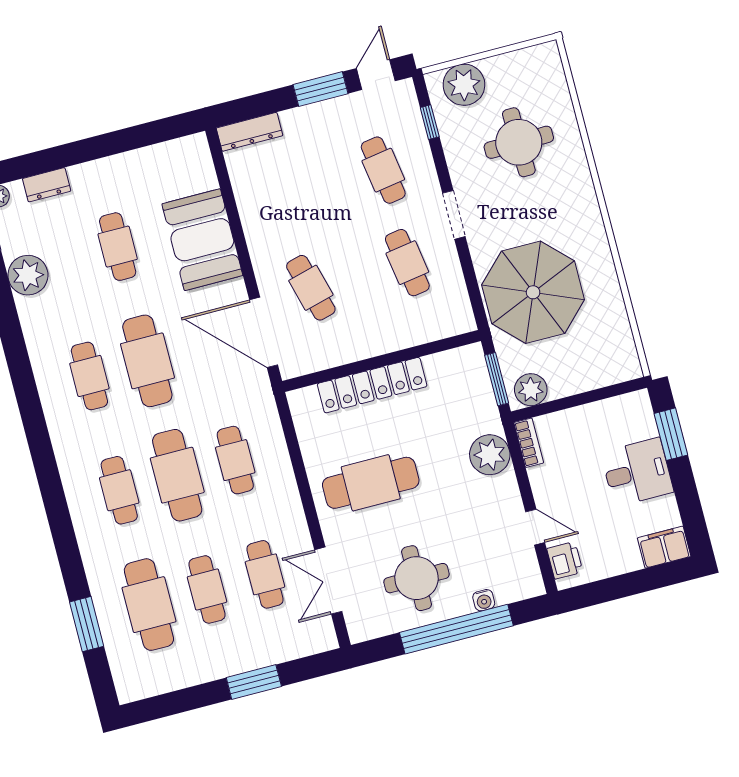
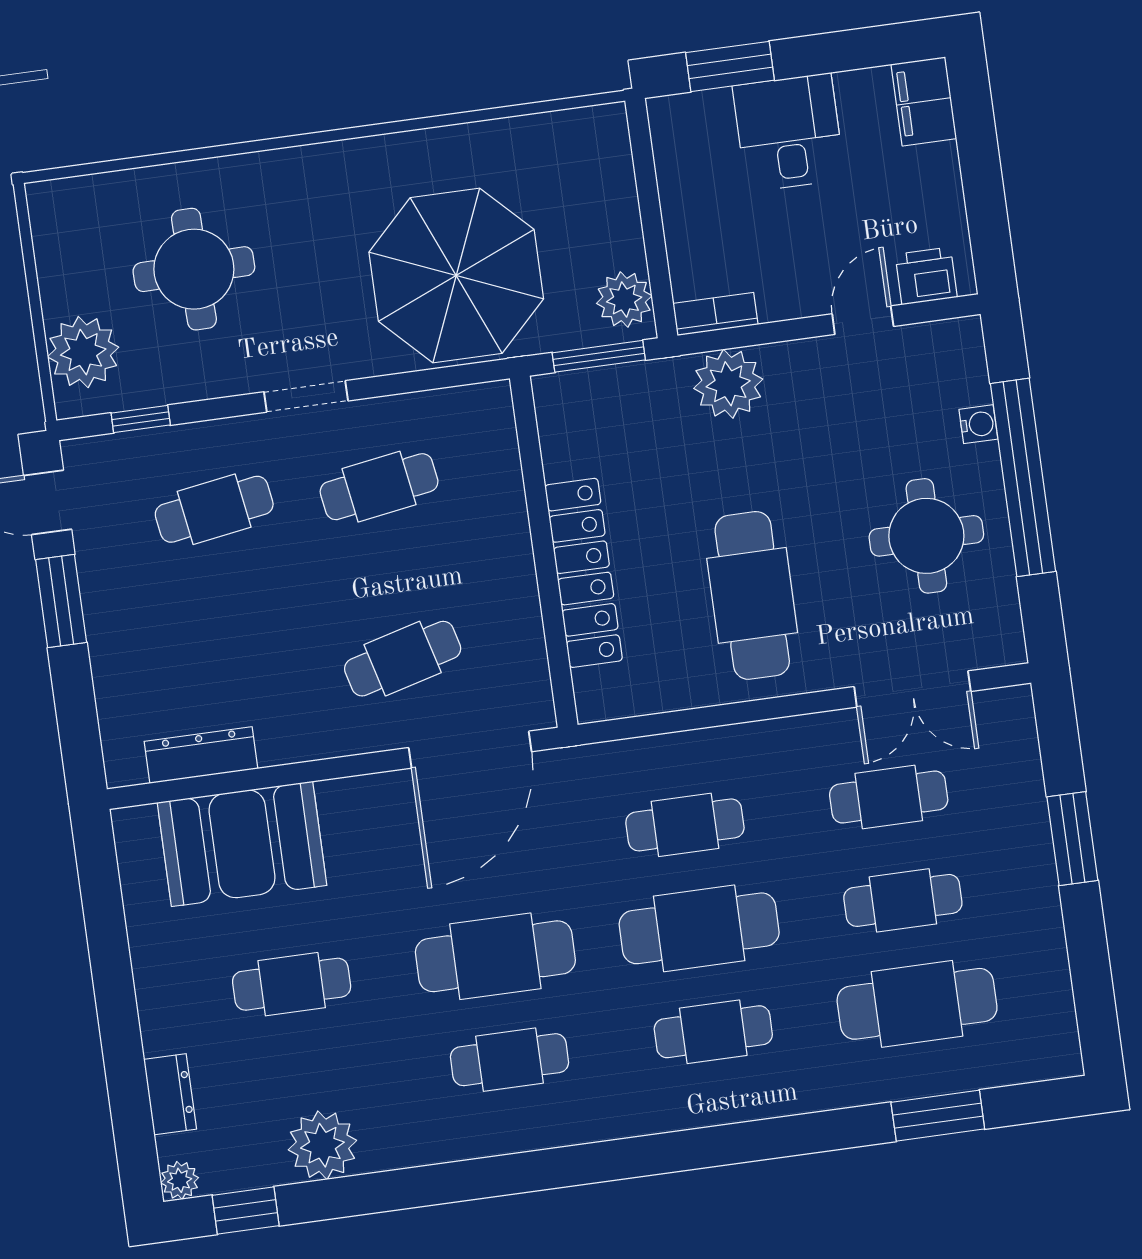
dresser: (249, 132) -> (201, 755), moved, turned -90
booth: (202, 240) -> (242, 844), moved

